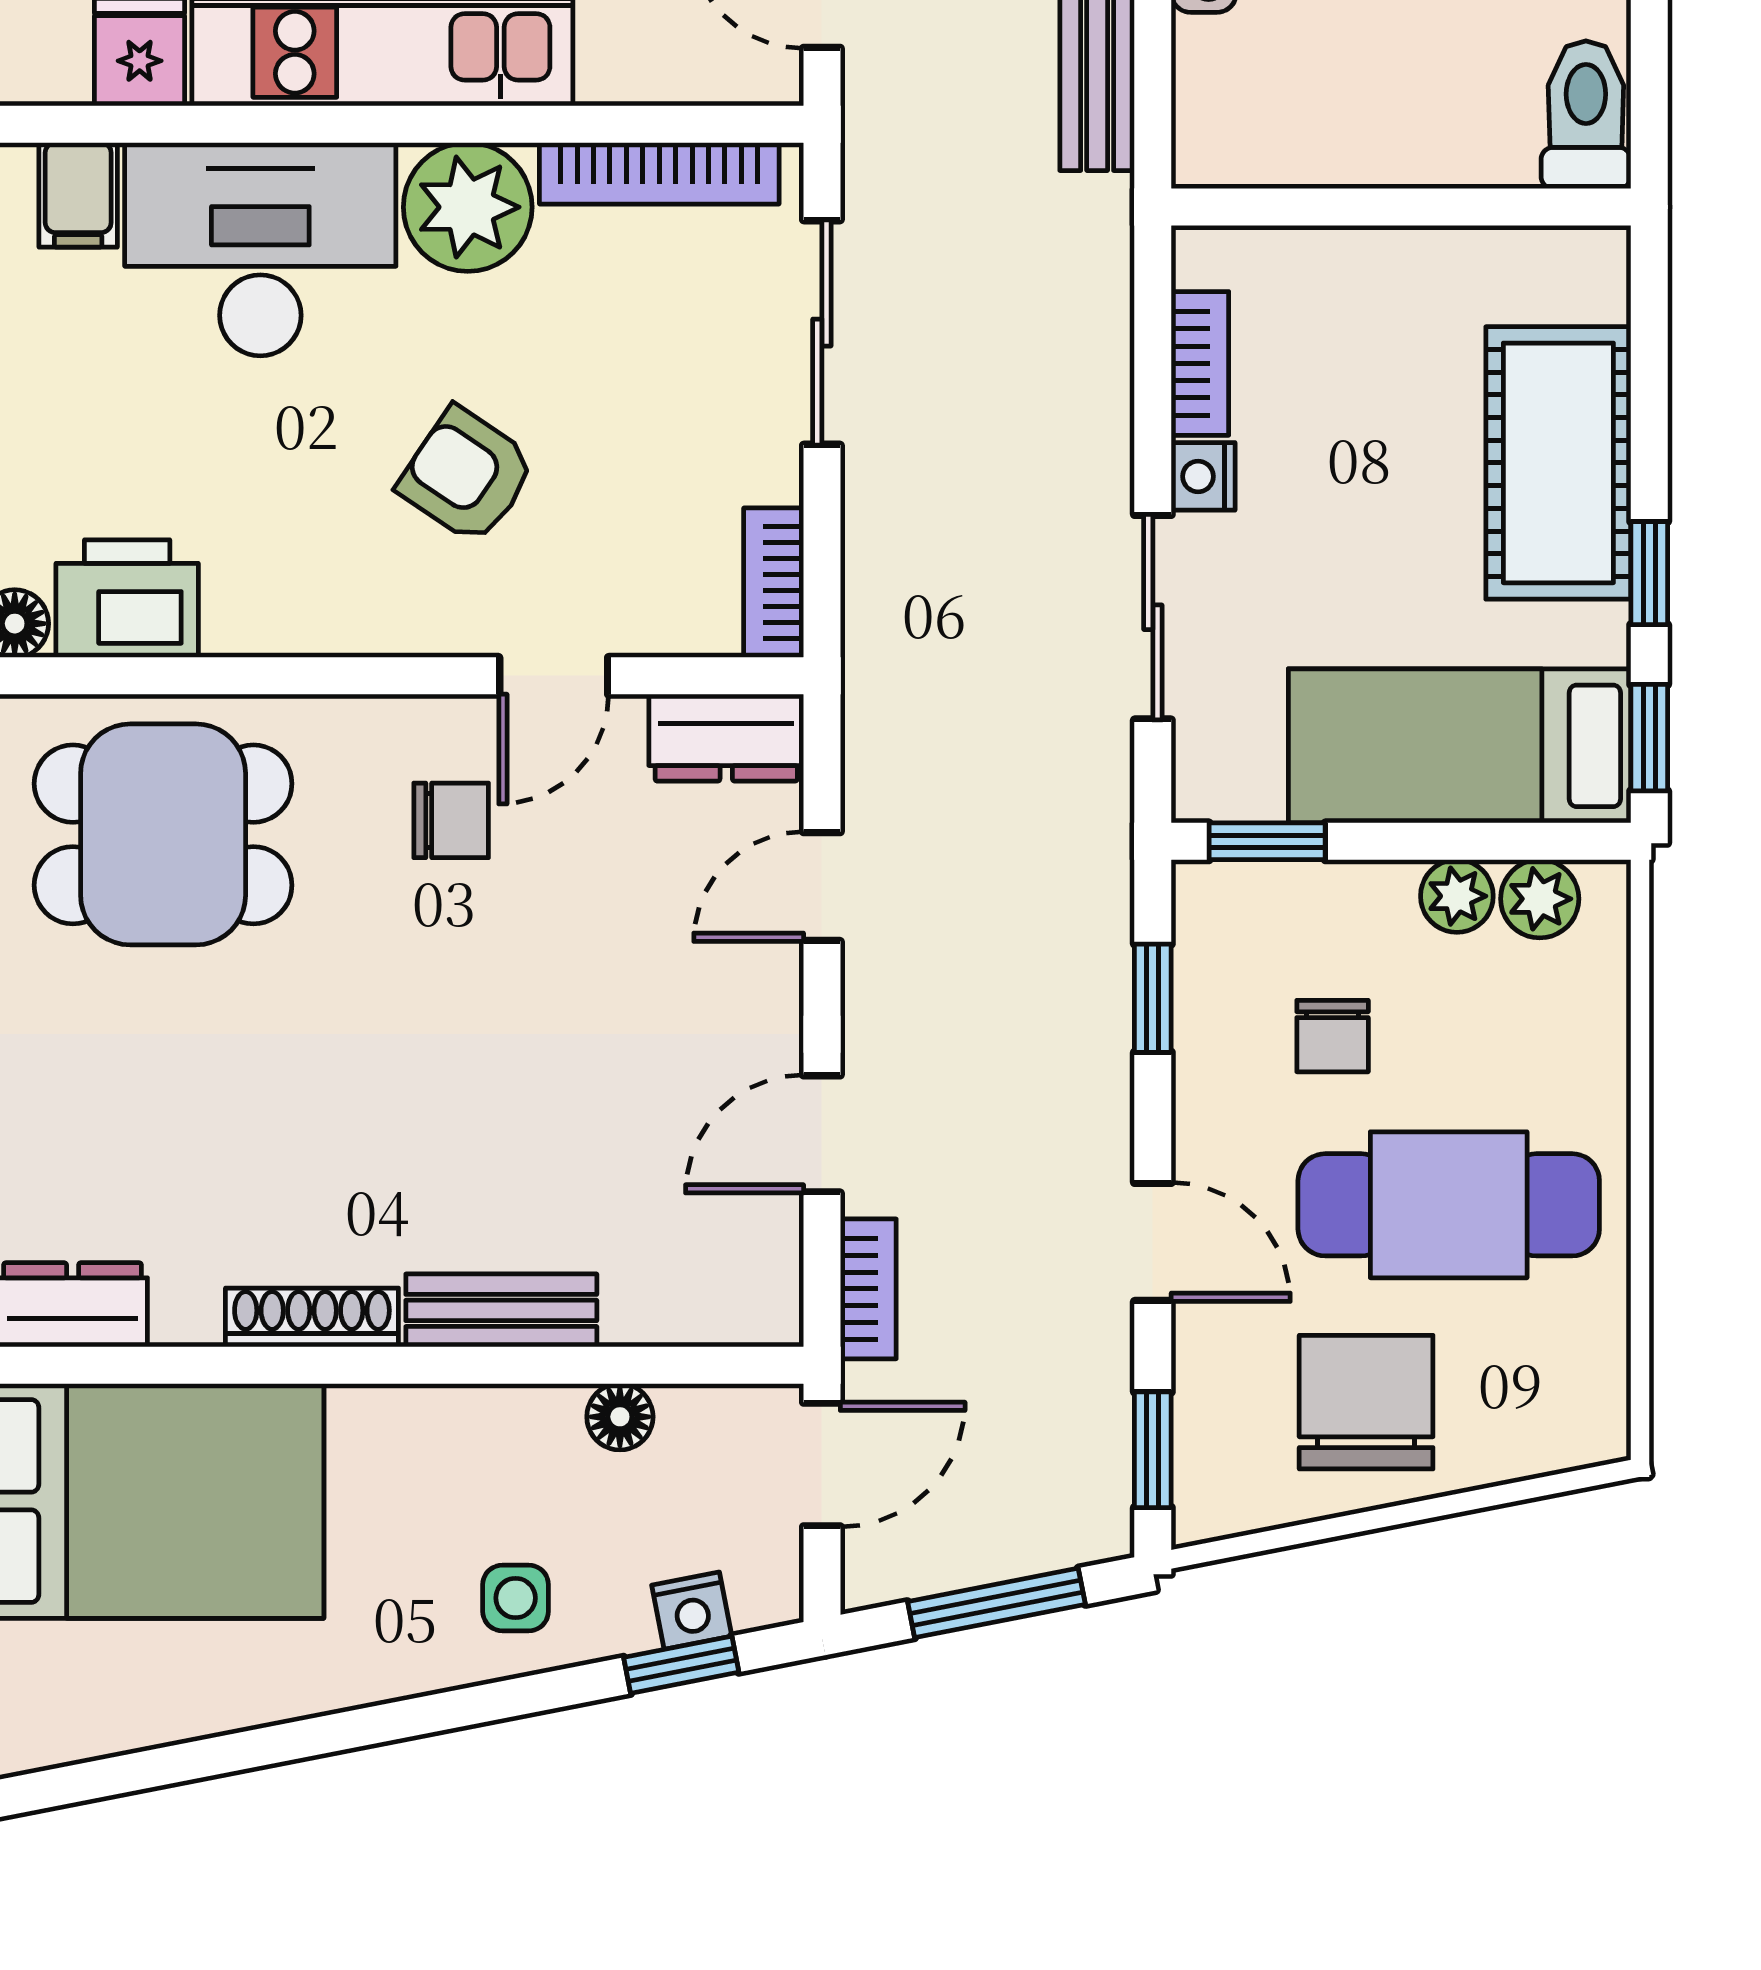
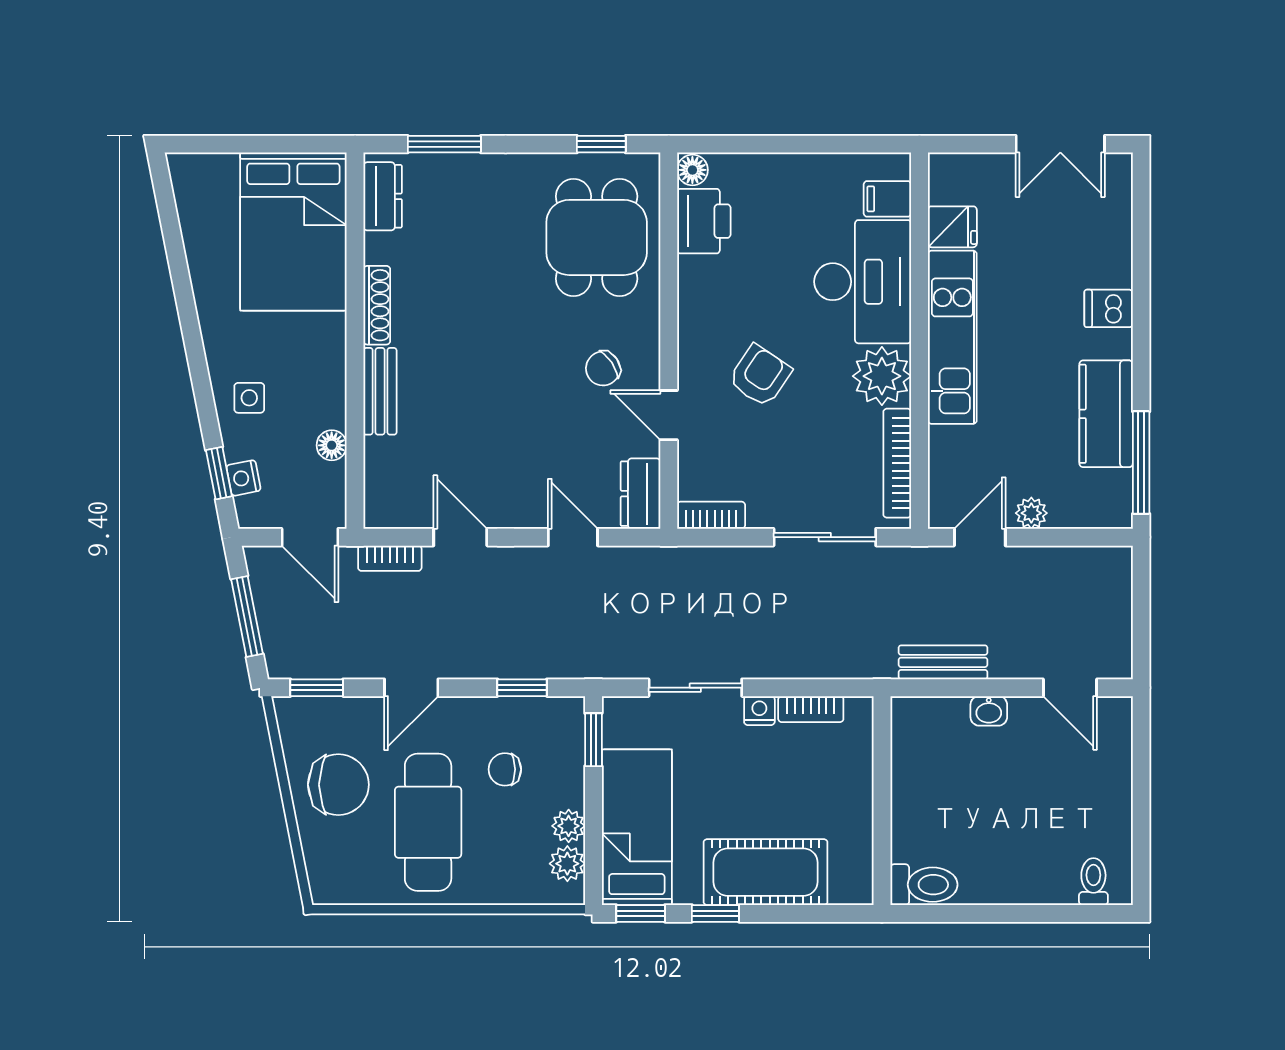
chair: (451, 820) -> (603, 369), turned 56

